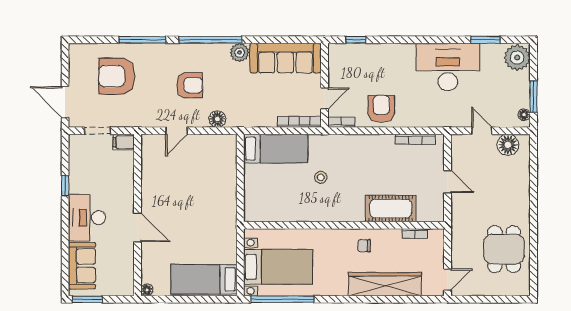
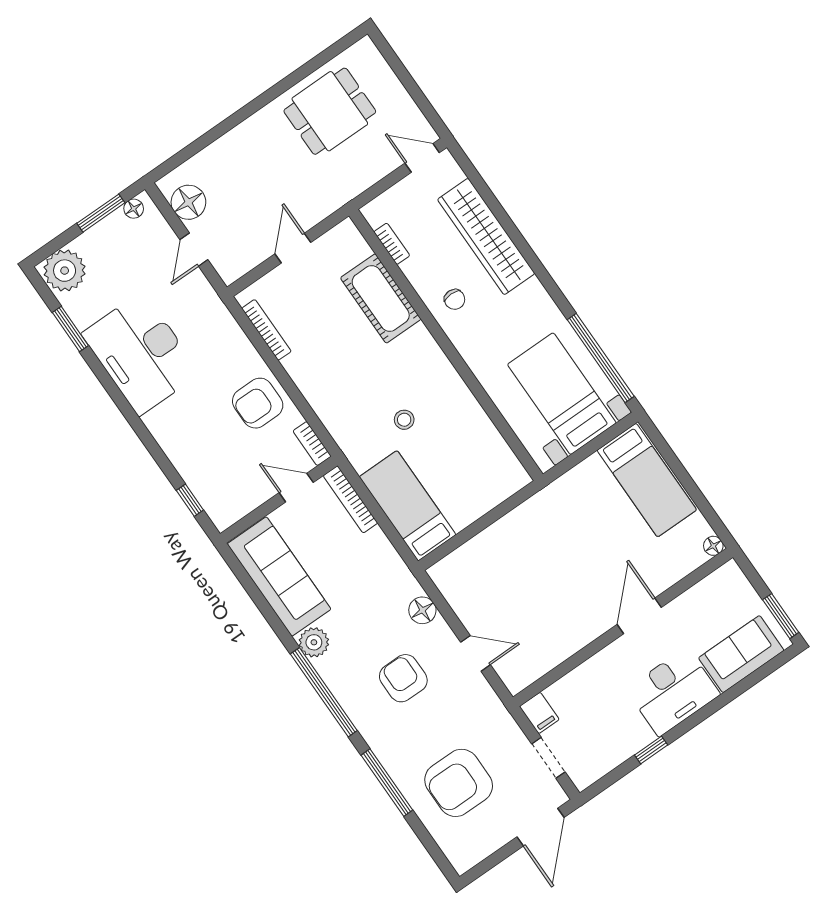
armchair: (117, 76) -> (459, 783), turned 90

